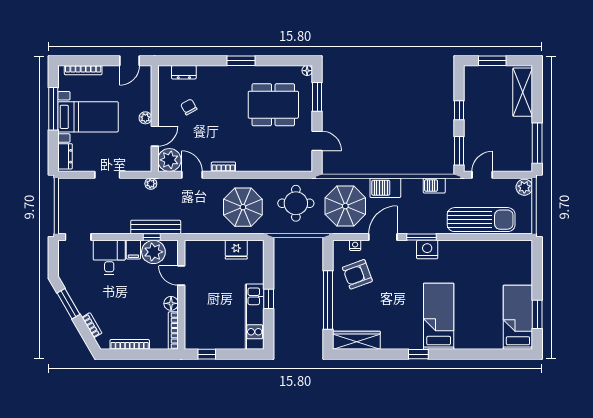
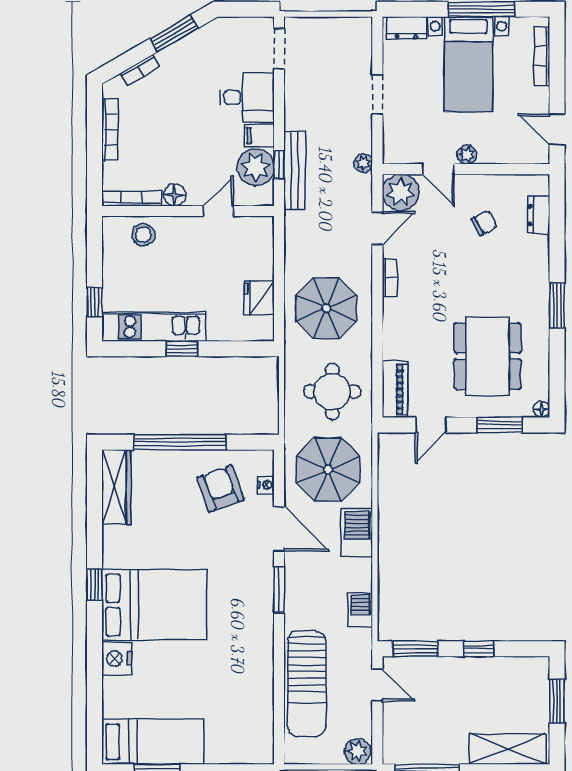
piano: (294, 164) -> (395, 389), added
nightstand: (427, 250) -> (117, 659), moved, turned 180
bed: (439, 316) -> (154, 605), width x1.50
stool: (196, 323) -> (144, 235), added
window: (207, 354) -> (95, 302), moved

